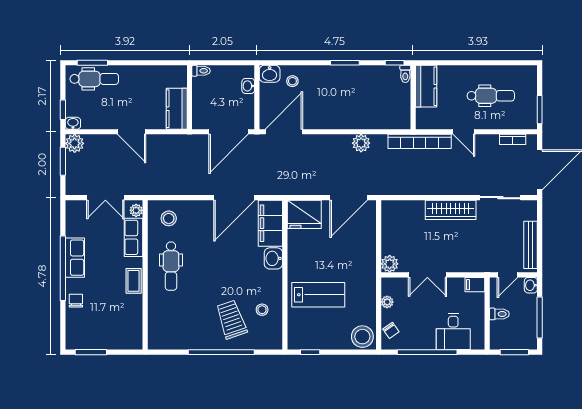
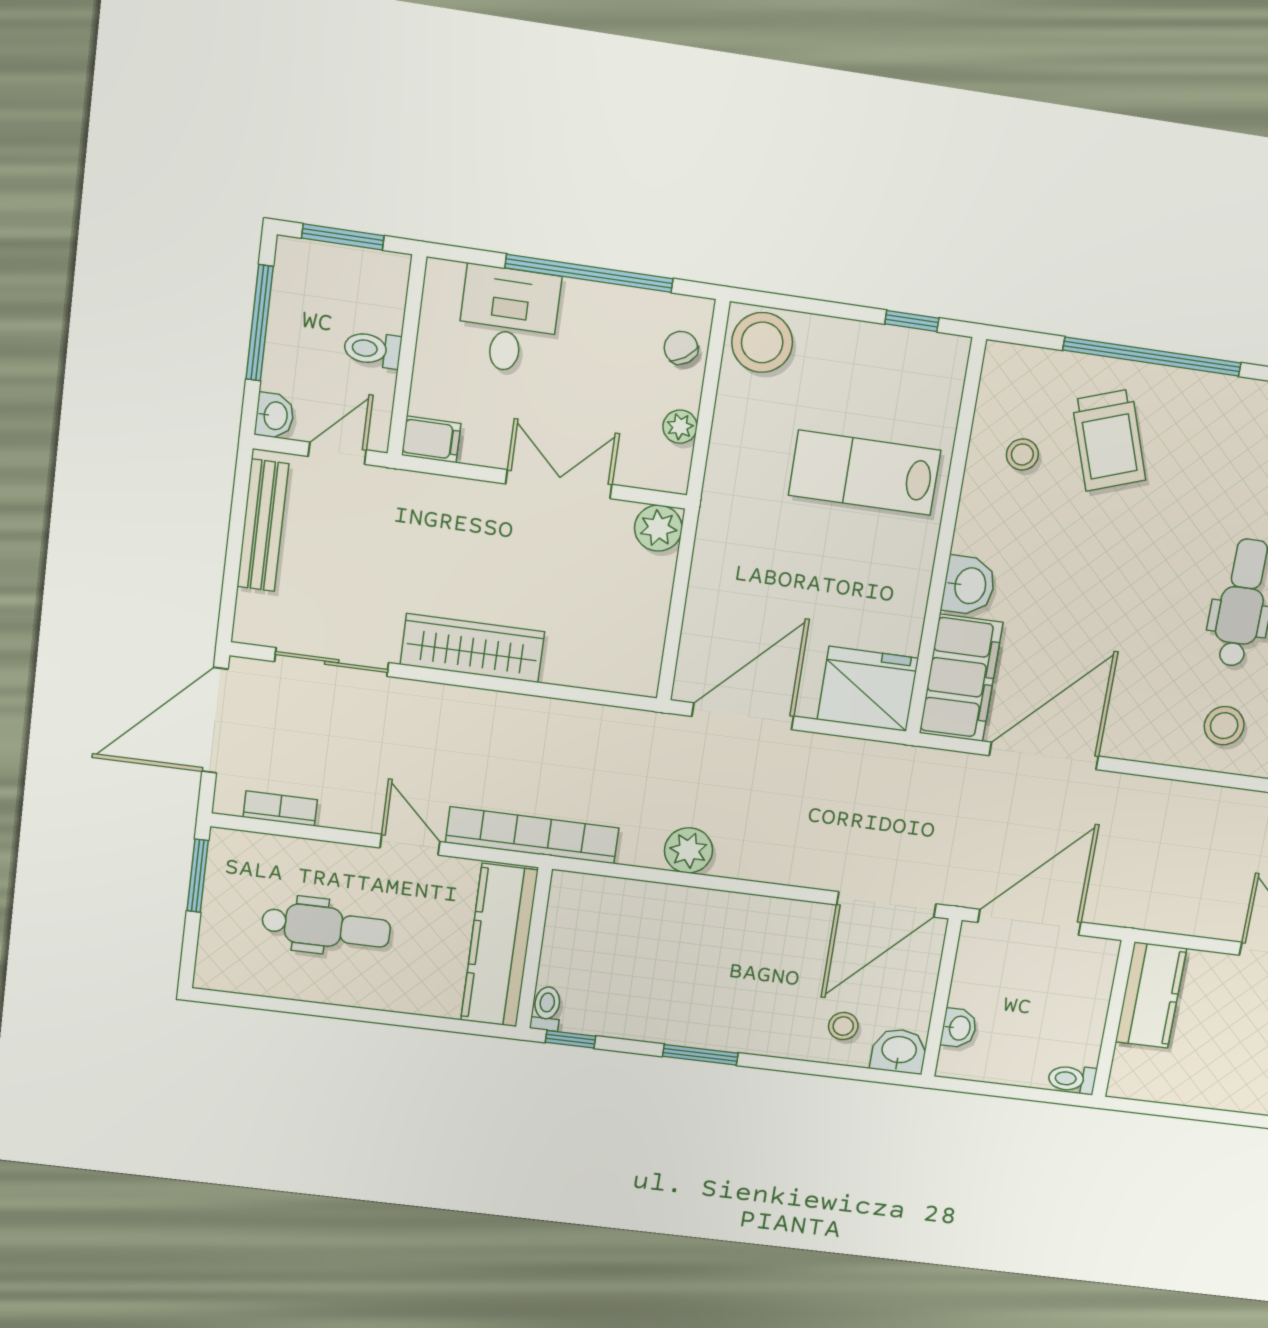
kitchen counter: (426, 86) -> (499, 945), width x1.50
dental chair: (491, 96) -> (326, 927), turned 180

